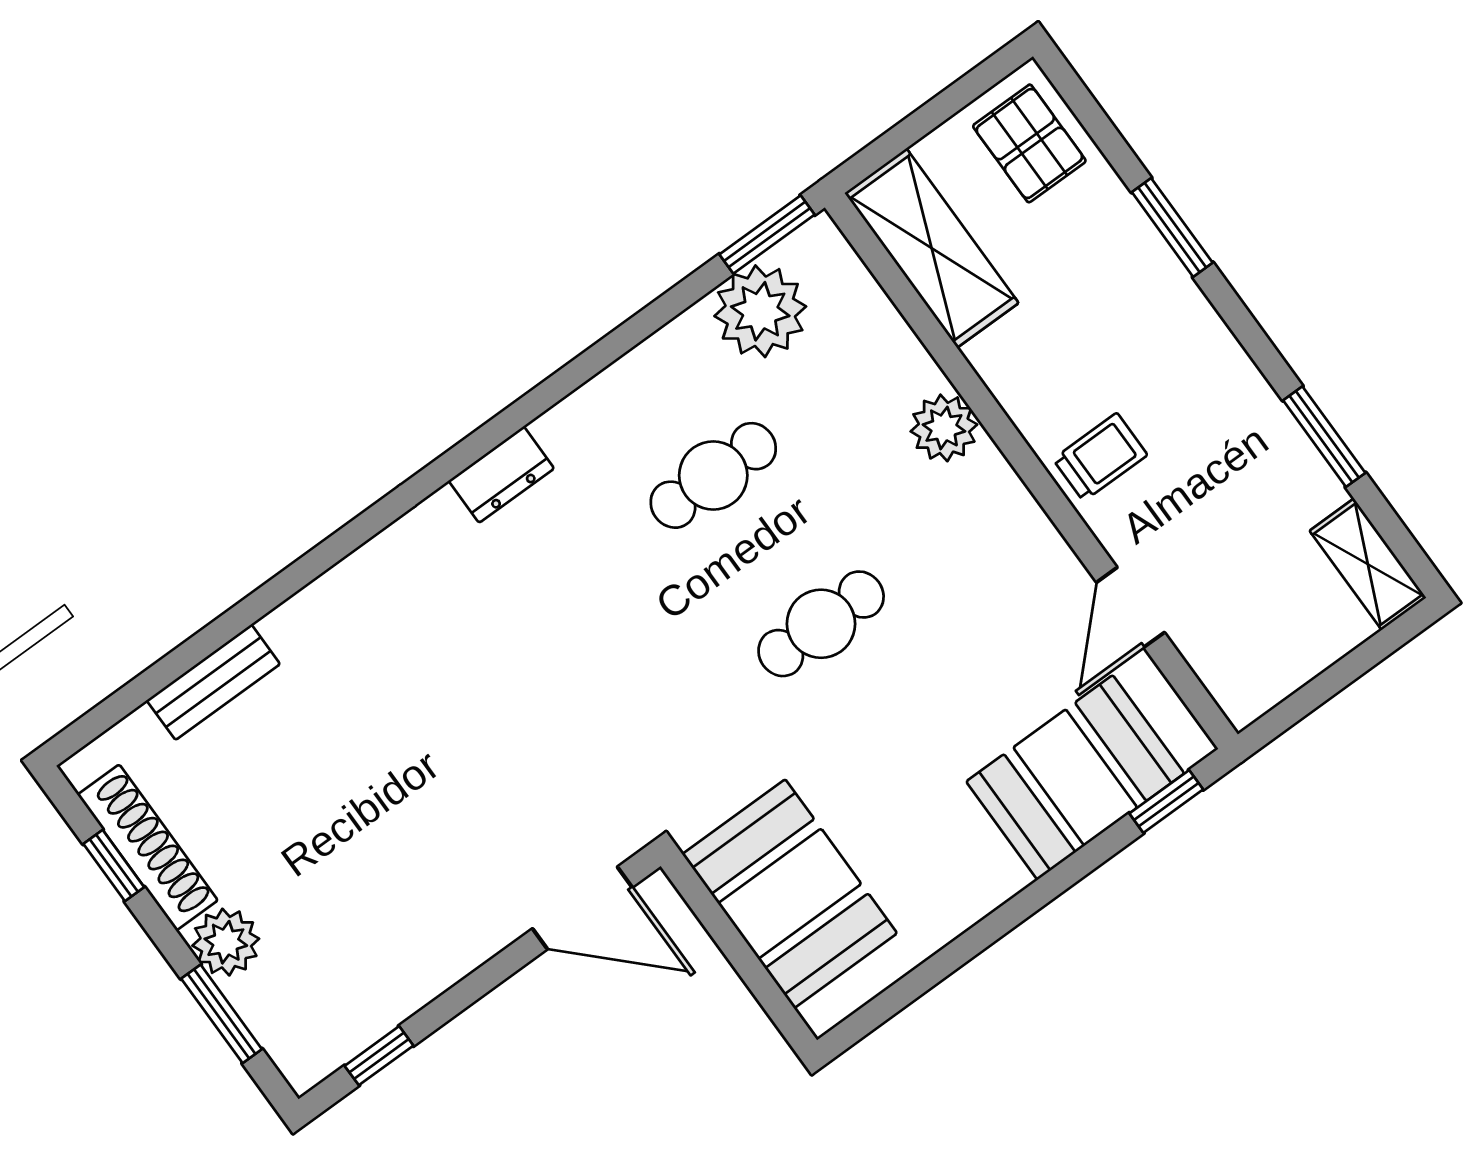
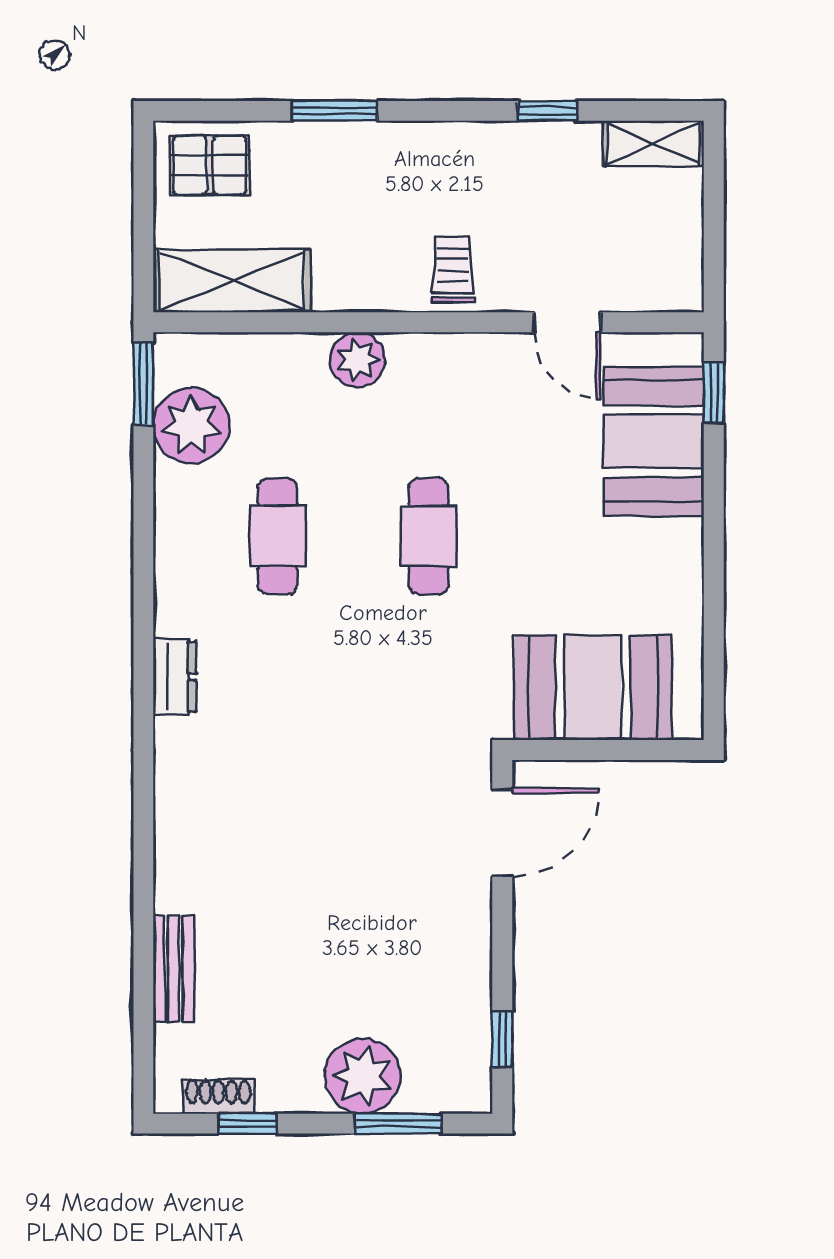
window: (1324, 437) -> (547, 111), width x0.67
shoe rack: (148, 848) -> (218, 1096), width x0.51, depth x0.81
plant: (226, 942) -> (363, 1076), width x1.36, depth x1.36

